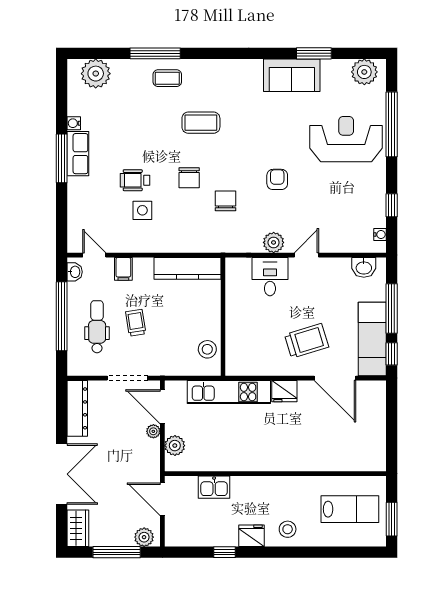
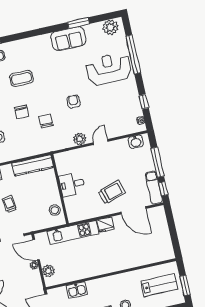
desk: (270, 277) -> (72, 184), moved, turned -90
exam couch: (372, 339) -> (154, 188), width x0.73, depth x0.69

